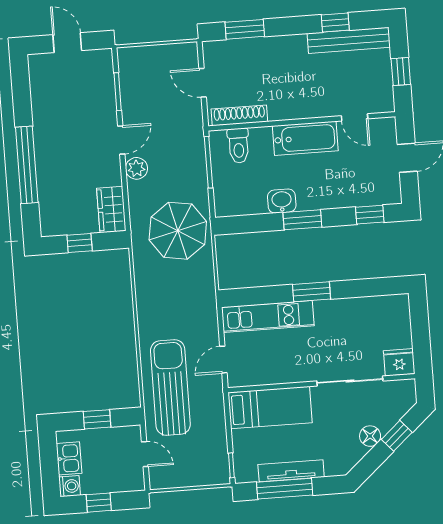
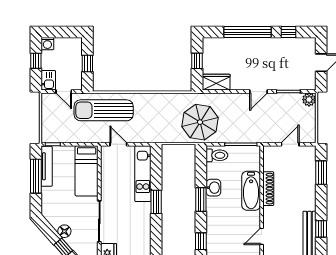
window: (22, 99) -> (288, 32), added
shoe rack: (239, 115) -> (268, 189), moved
bathtub: (305, 138) -> (251, 191), moved
door: (121, 140) -> (259, 91), hinge flipped
toilet: (238, 146) -> (217, 155), moved, turned 180
plant: (136, 168) -> (309, 100), moved
sun lounger: (170, 387) -> (104, 110), turned 180
door: (145, 454) -> (64, 91), hinge flipped
kitchen sink: (69, 458) -> (48, 80), moved, turned -90
tv unit: (291, 471) -> (47, 166), moved

